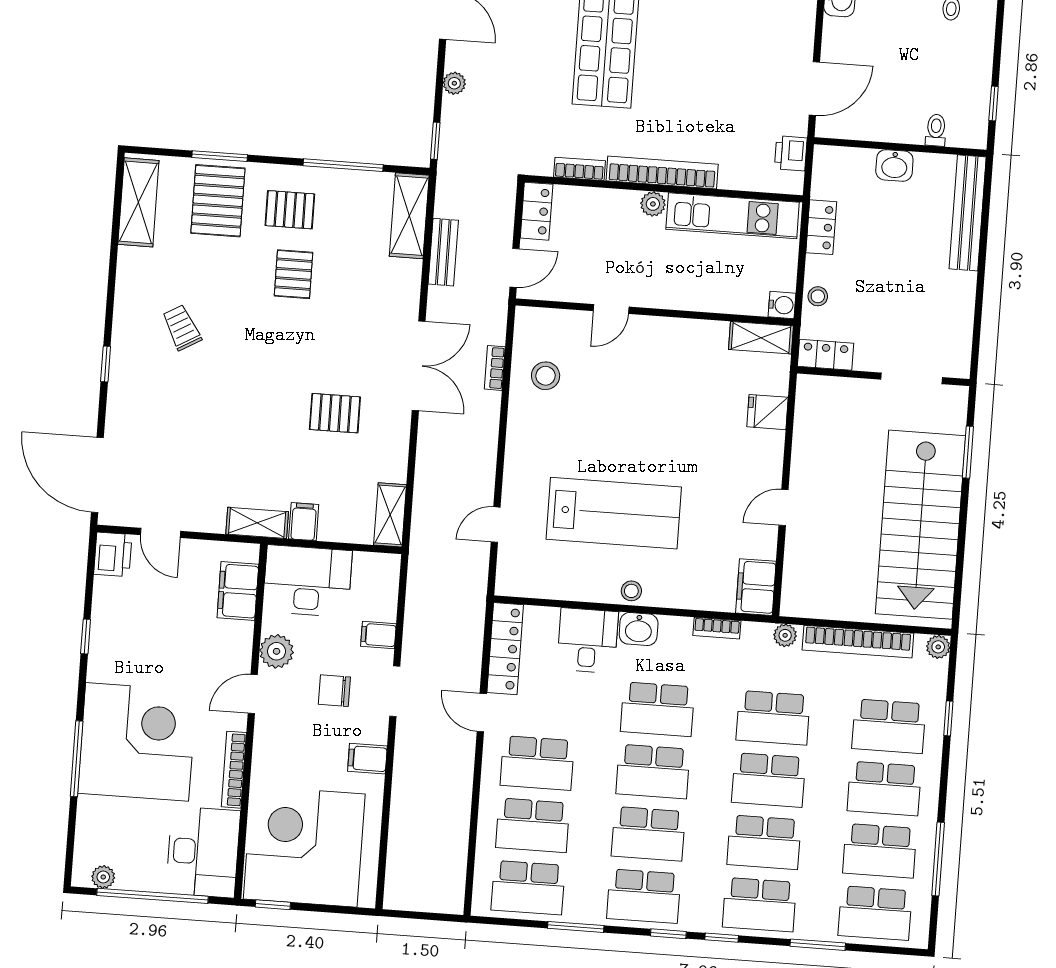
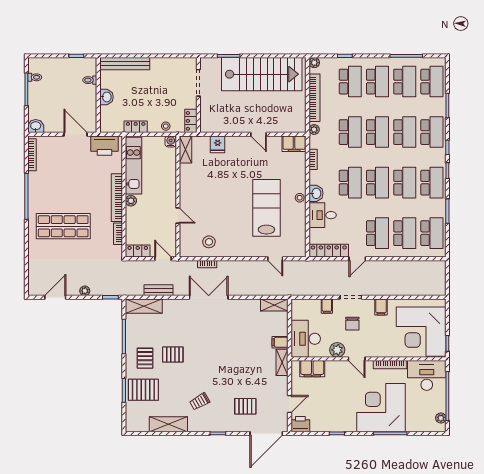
printer: (791, 153) -> (104, 146), width x1.87, depth x1.48
shelving: (138, 202) -> (168, 424), moved
pallet: (335, 413) -> (245, 406), moved, turned 90

